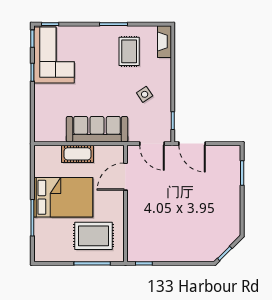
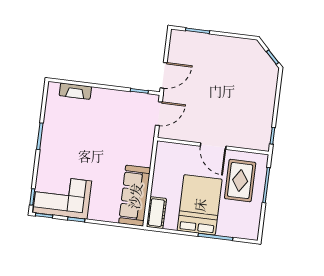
fireplace: (164, 42) -> (75, 91), moved
rug: (129, 51) -> (68, 125), removed
side table: (145, 94) -> (111, 115), removed
sofa: (97, 129) -> (135, 196), moved
cot: (77, 154) -> (156, 213), moved
door: (125, 177) -> (213, 146), moved

